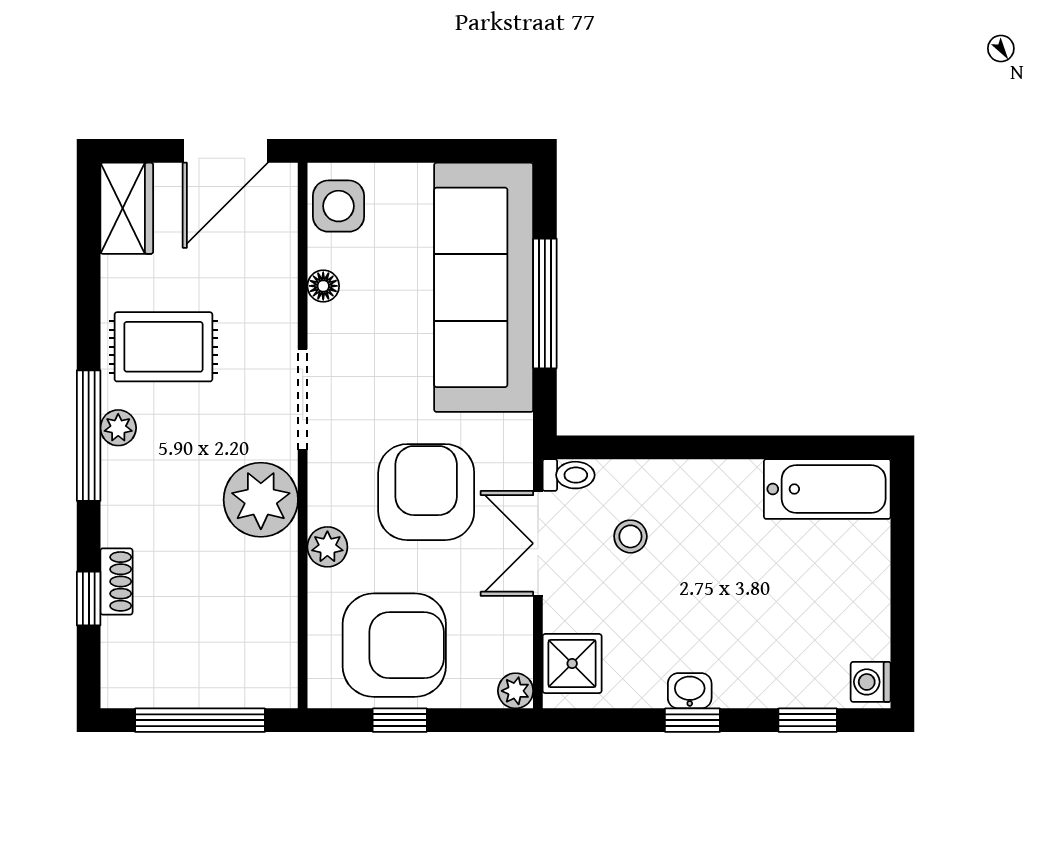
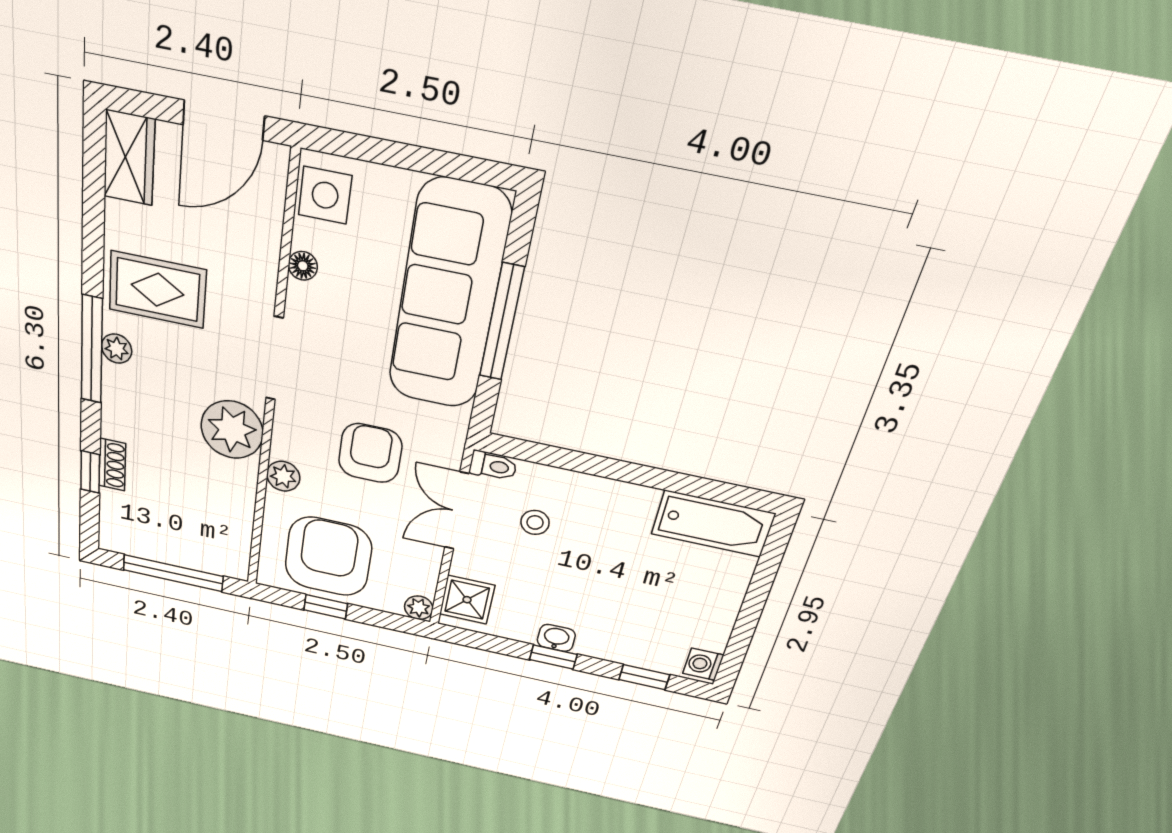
armchair: (426, 492) -> (370, 453), width x0.73, depth x0.73
armchair: (394, 645) -> (328, 557), turned -90

